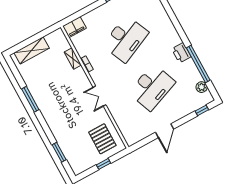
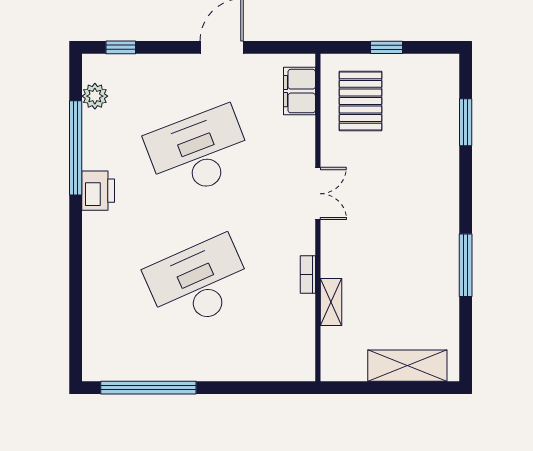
filing cabinet: (74, 27) -> (299, 91), moved, turned -90

